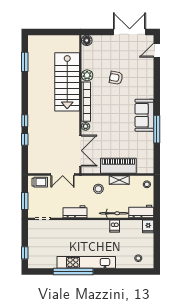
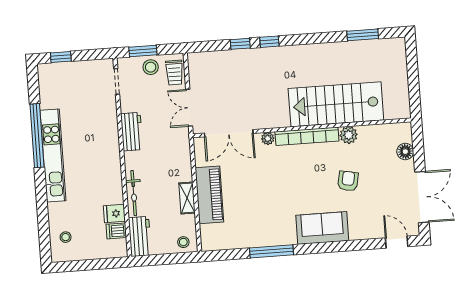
floor lamp: (87, 40) -> (405, 152), moved
sofa: (144, 115) -> (322, 228), moved
stool: (98, 189) -> (151, 67), moved
dishwasher: (115, 226) -> (116, 231), moved
fridge: (148, 226) -> (114, 214), moved

